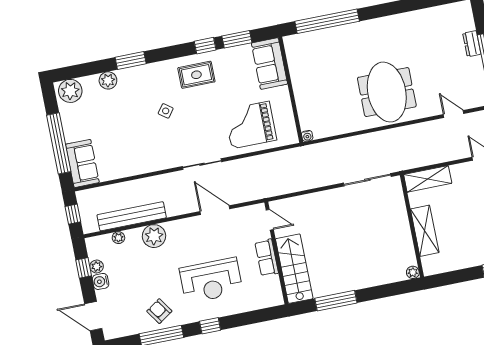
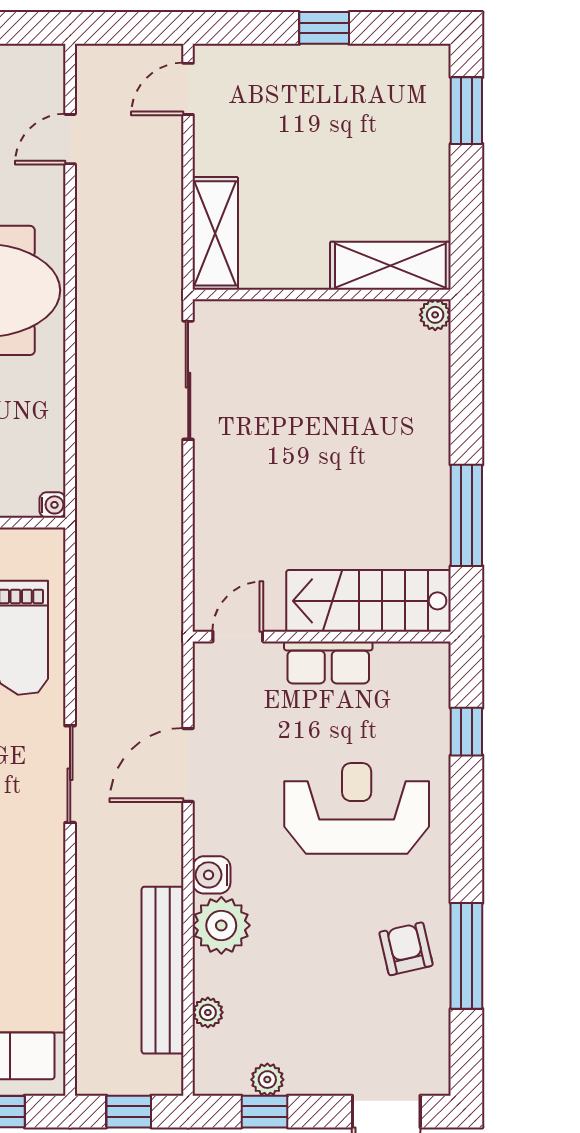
shelving: (425, 231) -> (390, 266), moved
reception desk: (211, 280) -> (357, 808), turned -90
water cooler: (101, 281) -> (212, 875), moved, turned 90
armchair: (159, 311) -> (406, 949), turned 111
window: (210, 326) -> (466, 732), moved

